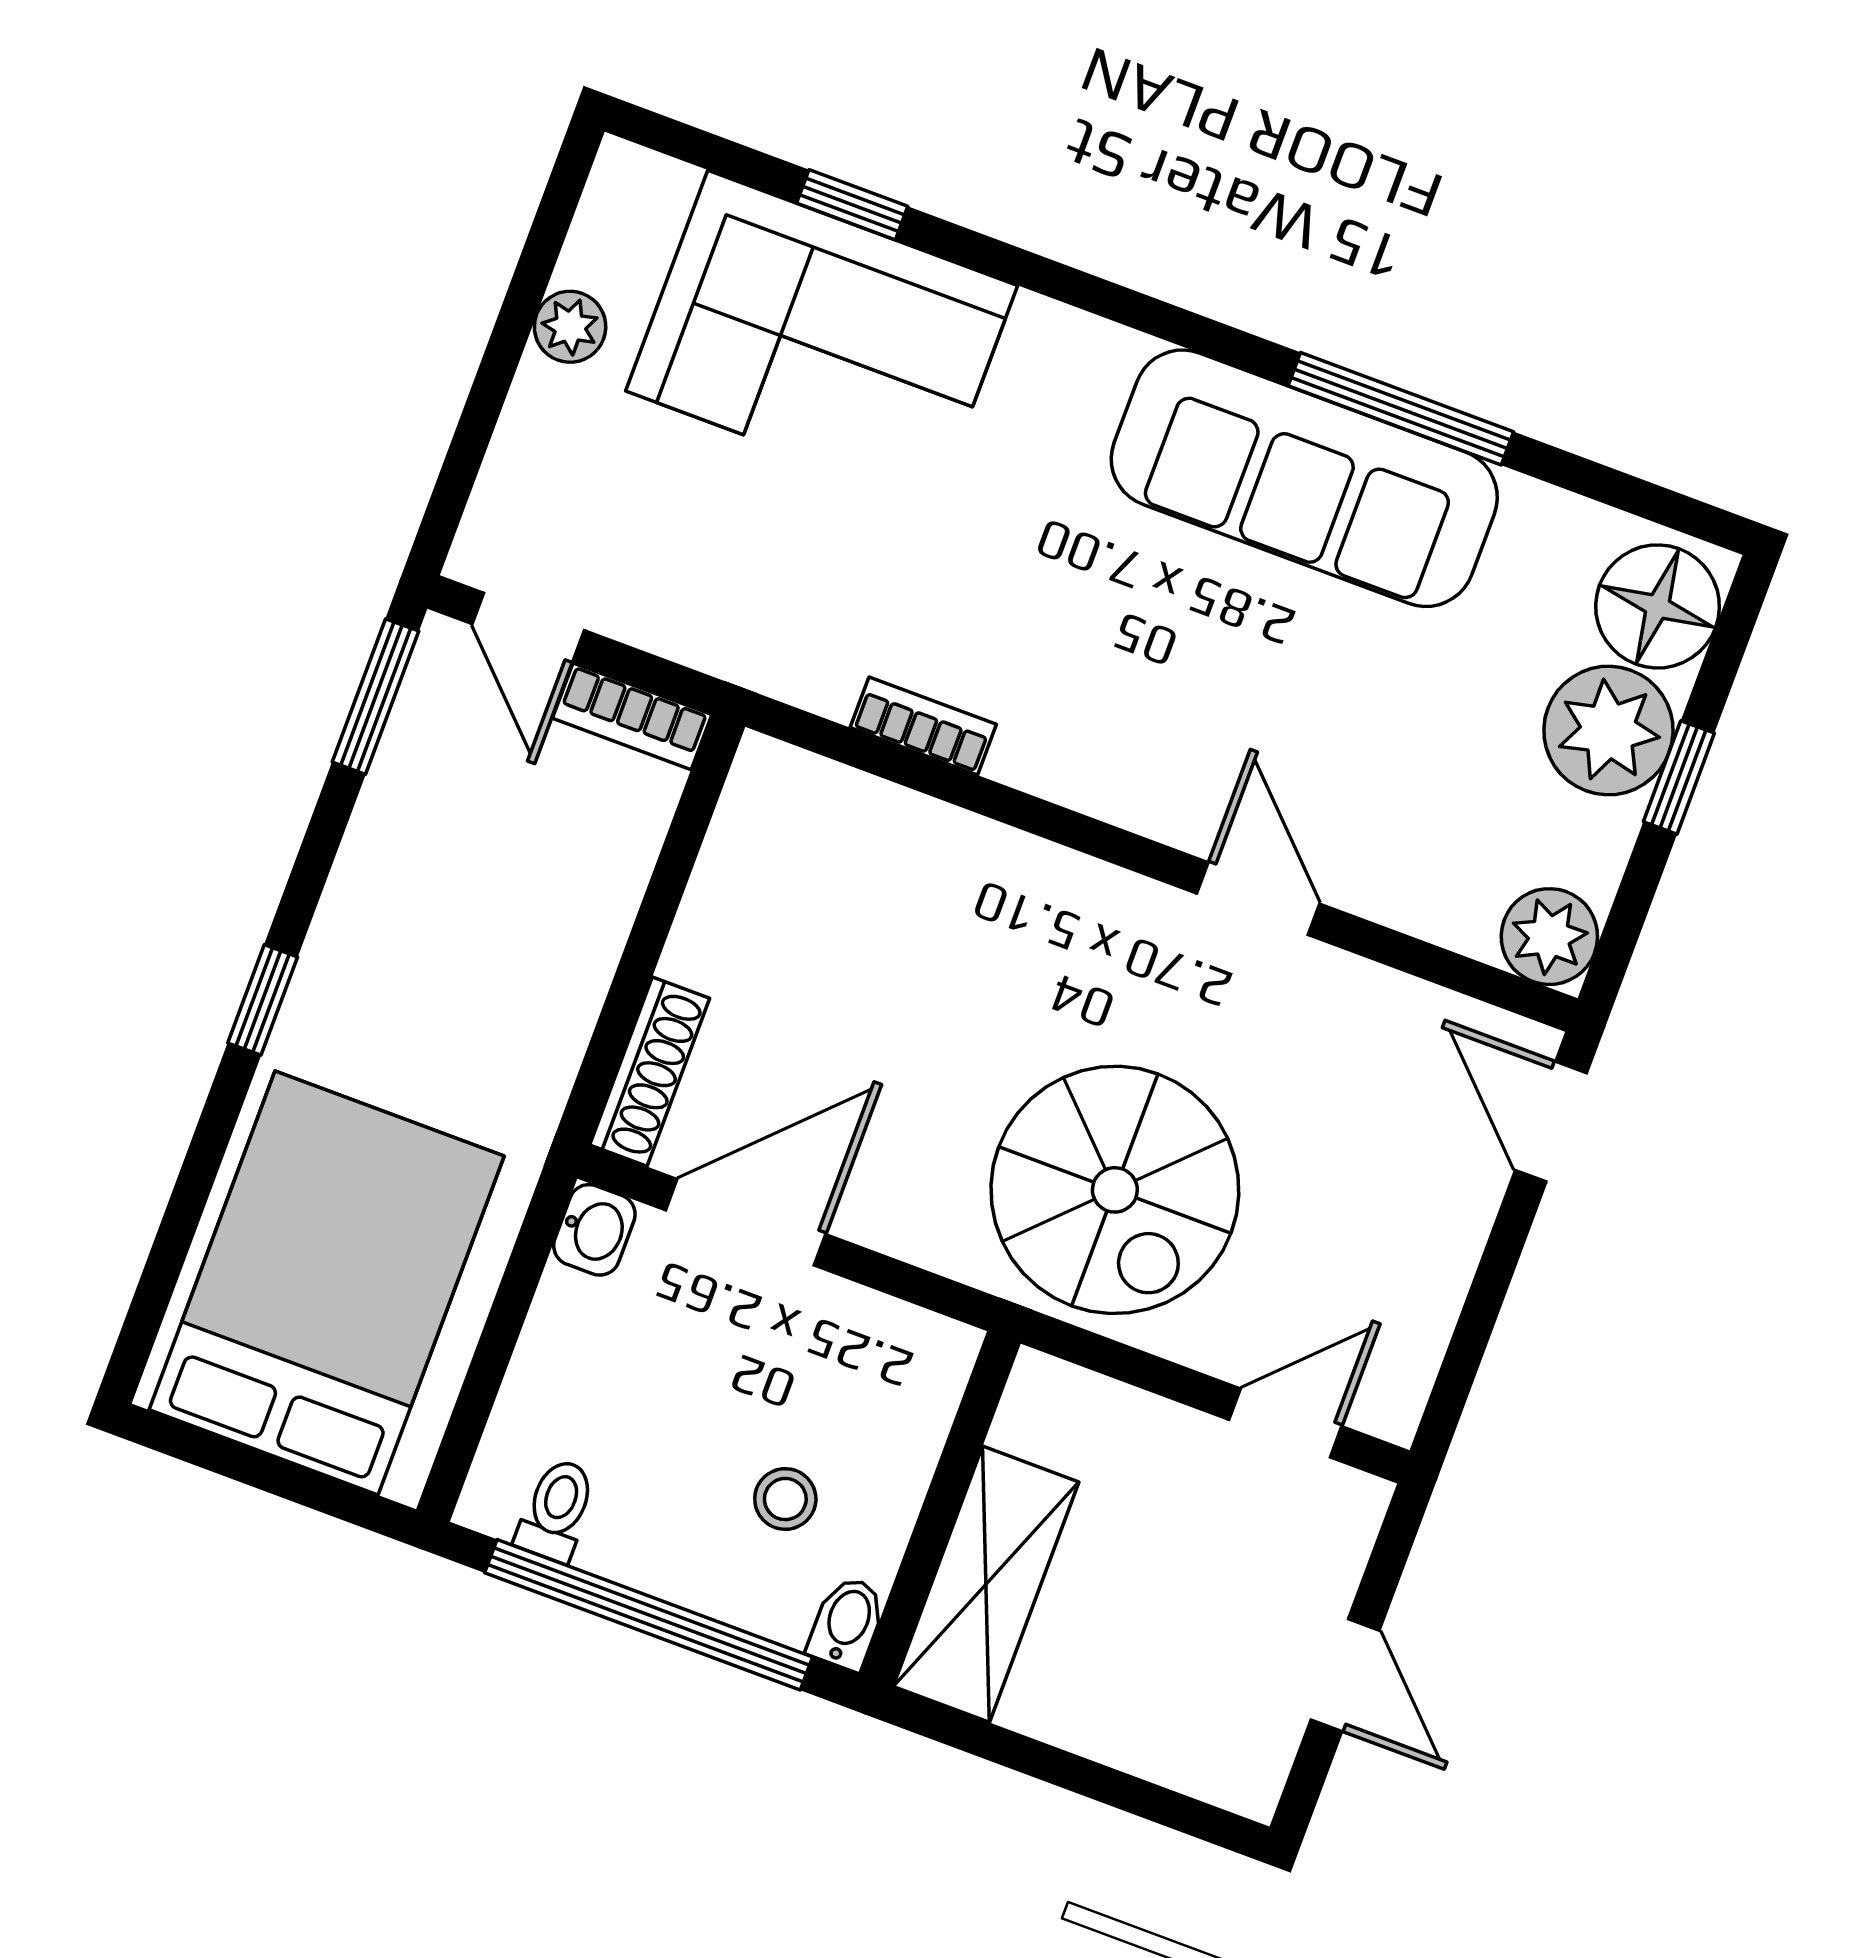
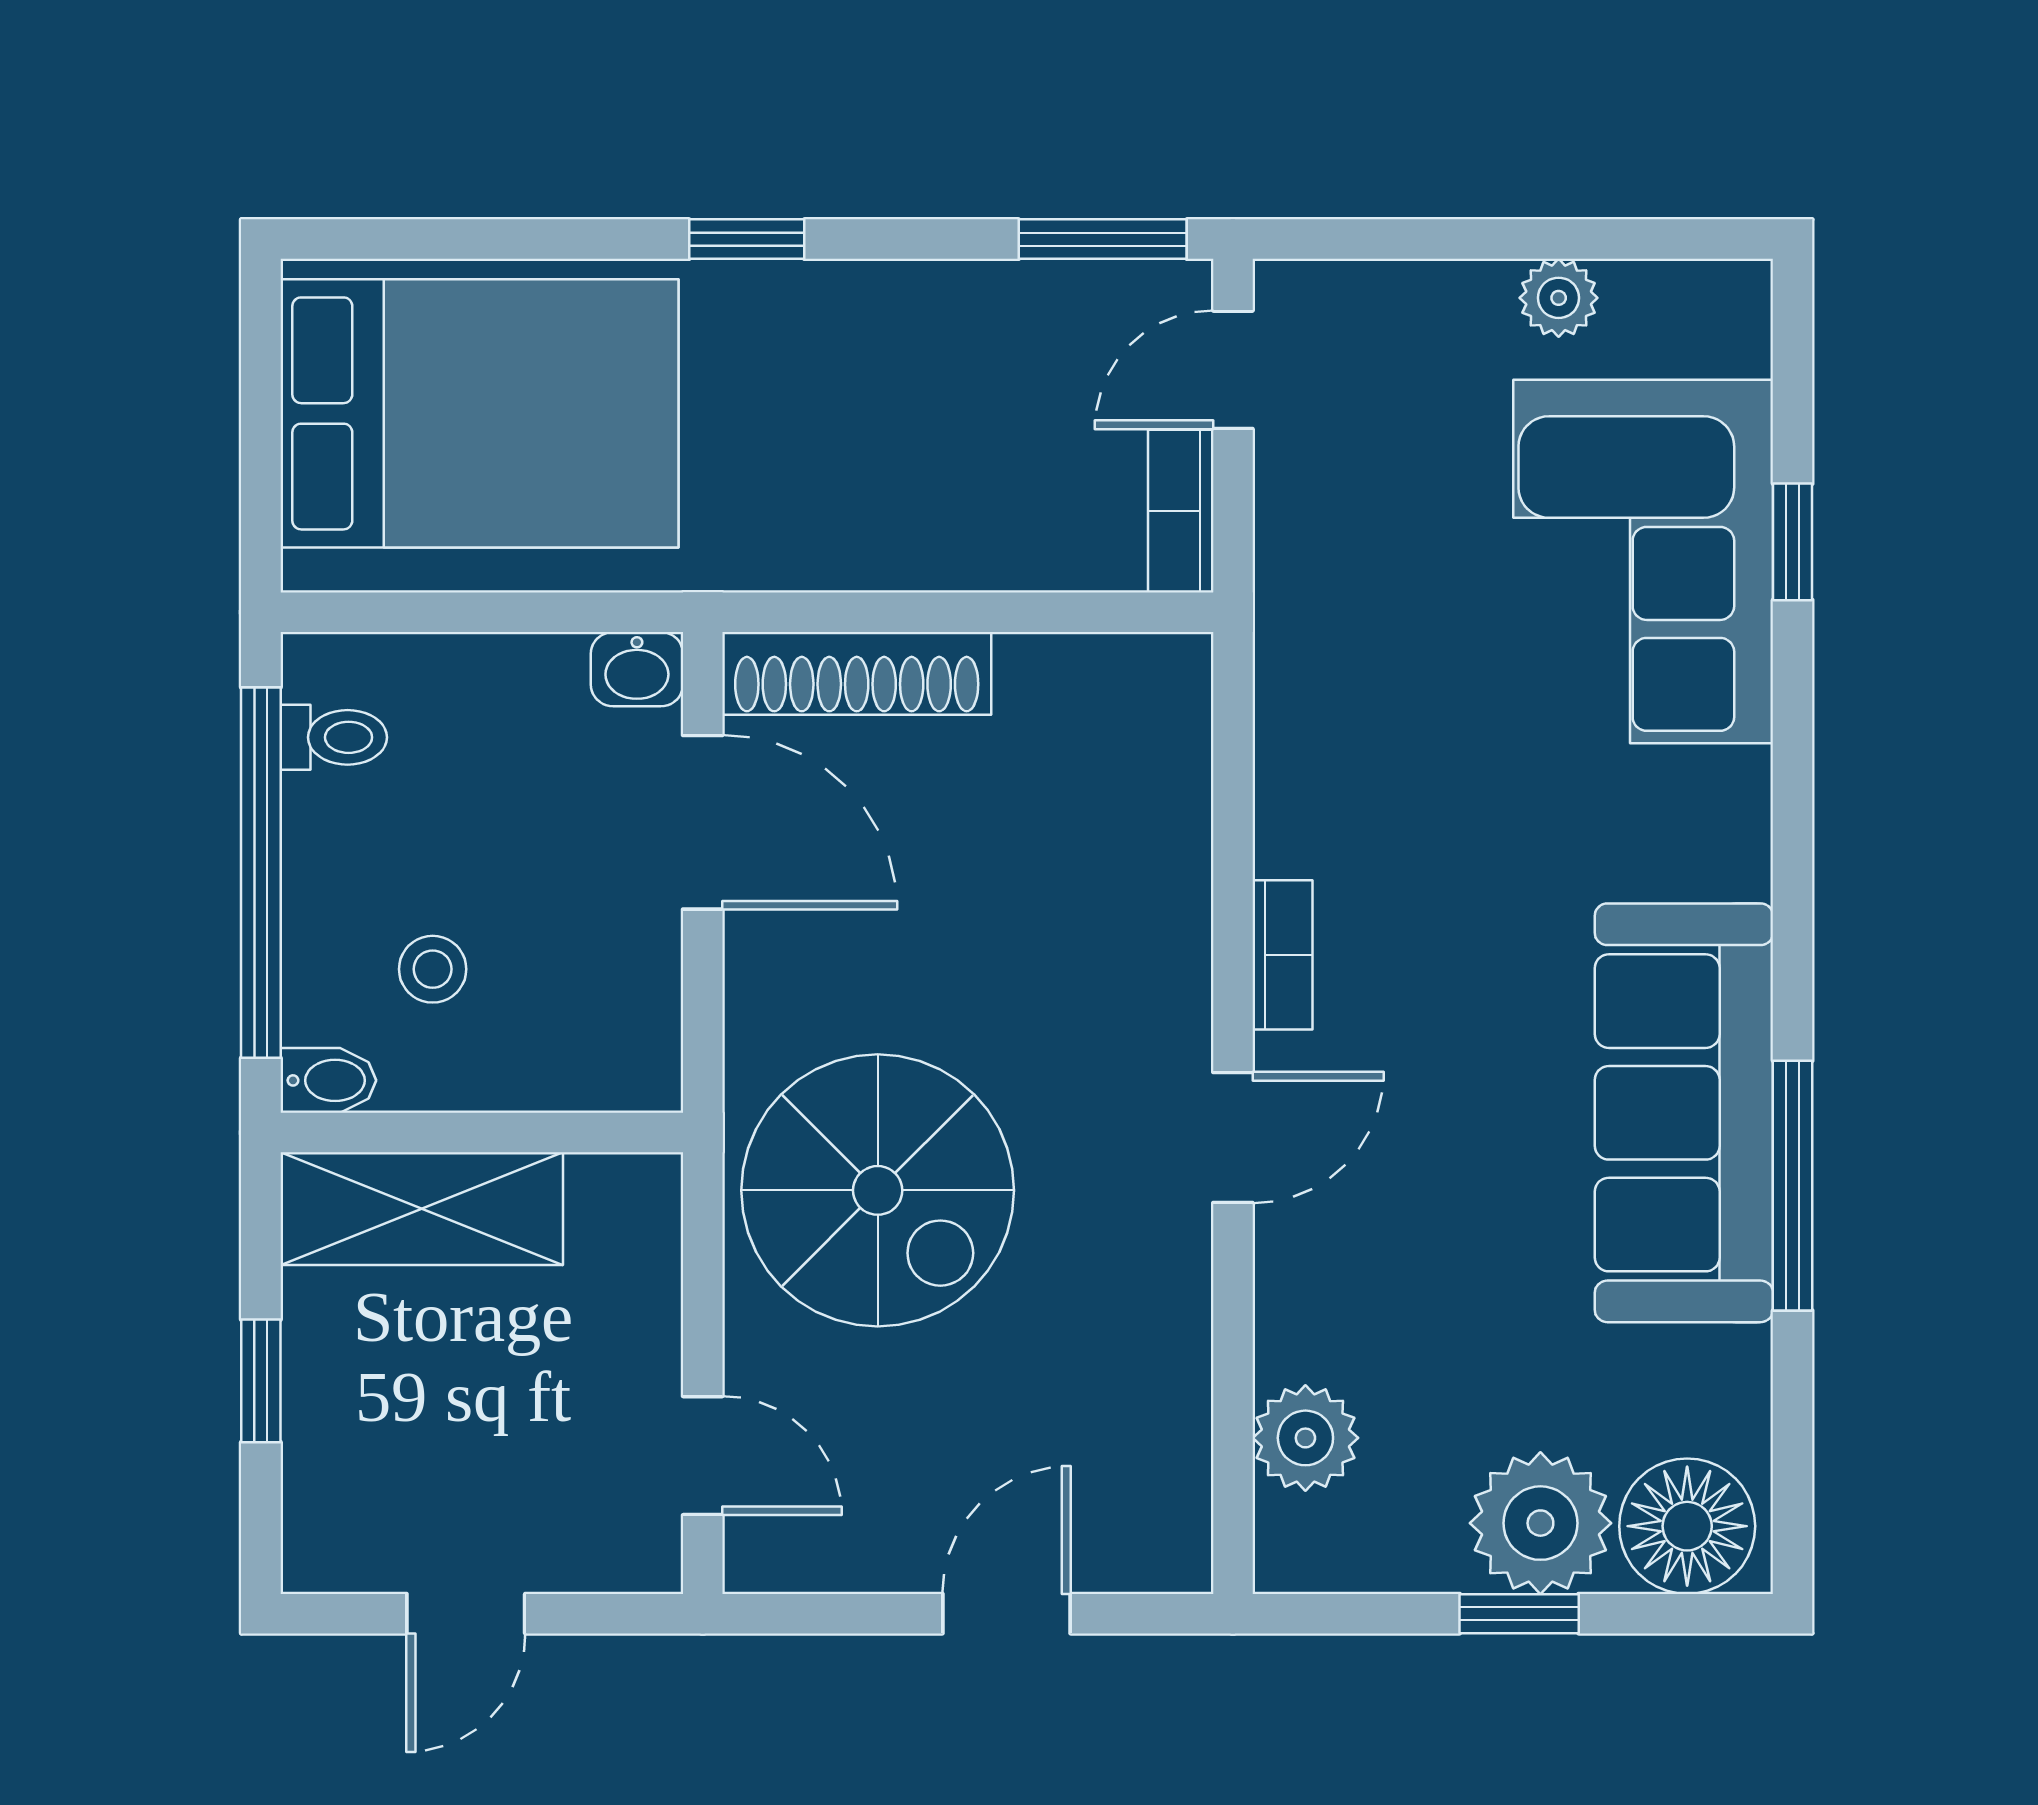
bookcase: (923, 726) -> (1282, 955), moved
door: (1258, 899) -> (1233, 1138), moved
plant: (1549, 937) -> (1305, 1438), moved
shoe rack: (650, 1072) -> (857, 673), width x1.36, depth x1.24
door: (1551, 1122) -> (1007, 1614), moved
spiral stairs: (1115, 1190) -> (878, 1190), turned -90
window: (1082, 1776) -> (261, 1381), added

